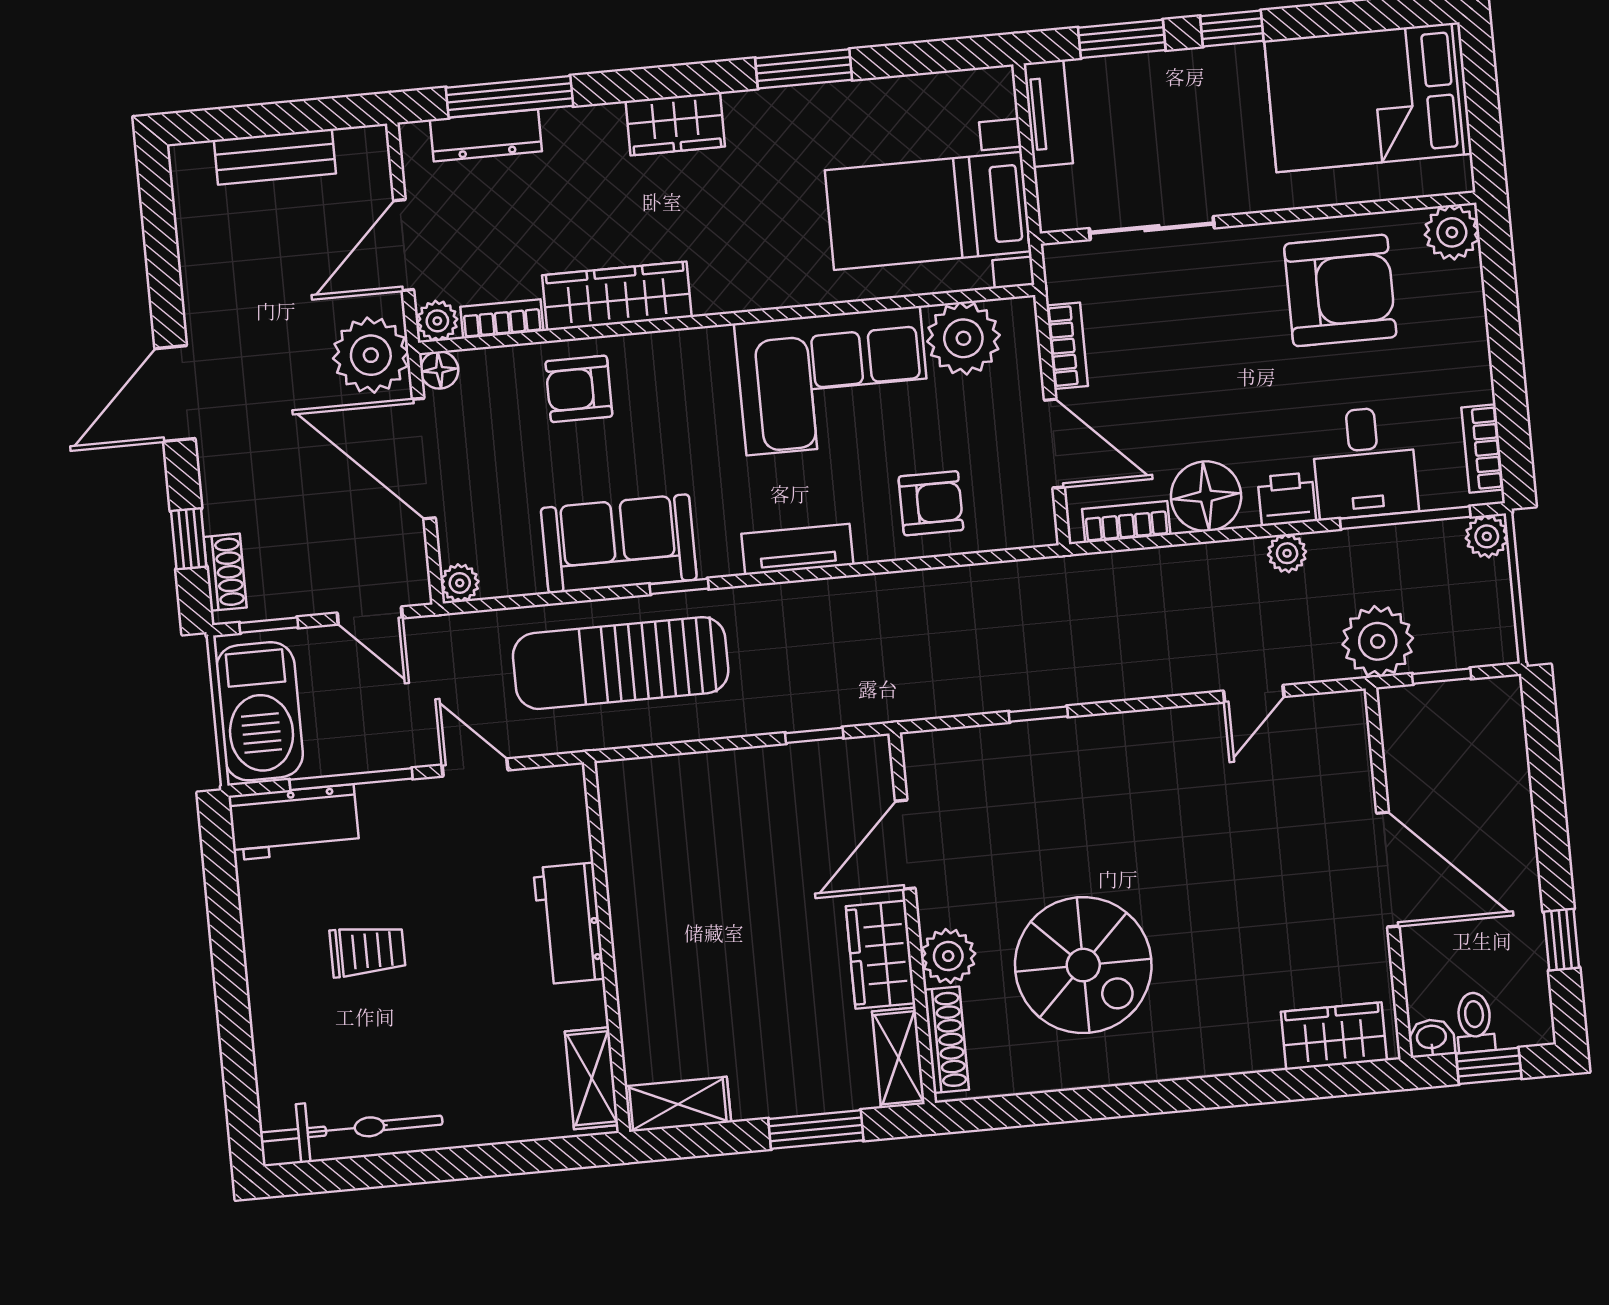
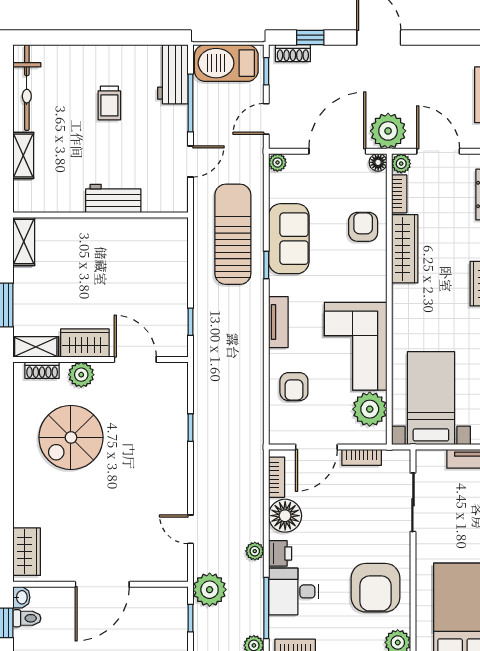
shoe rack: (946, 1040) -> (42, 370), width x0.70
shelving: (592, 1078) -> (23, 155), moved, turned 90

